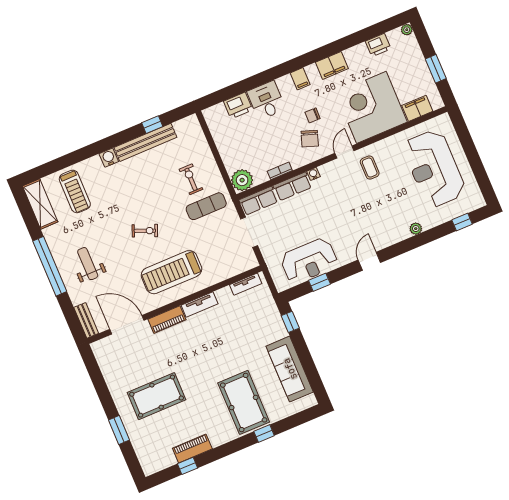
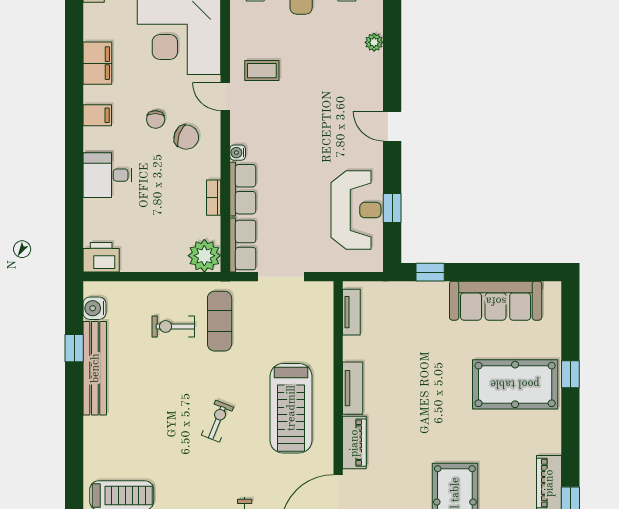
printer: (238, 105) -> (101, 257), moved, turned -90
water cooler: (109, 158) -> (94, 308), moved

